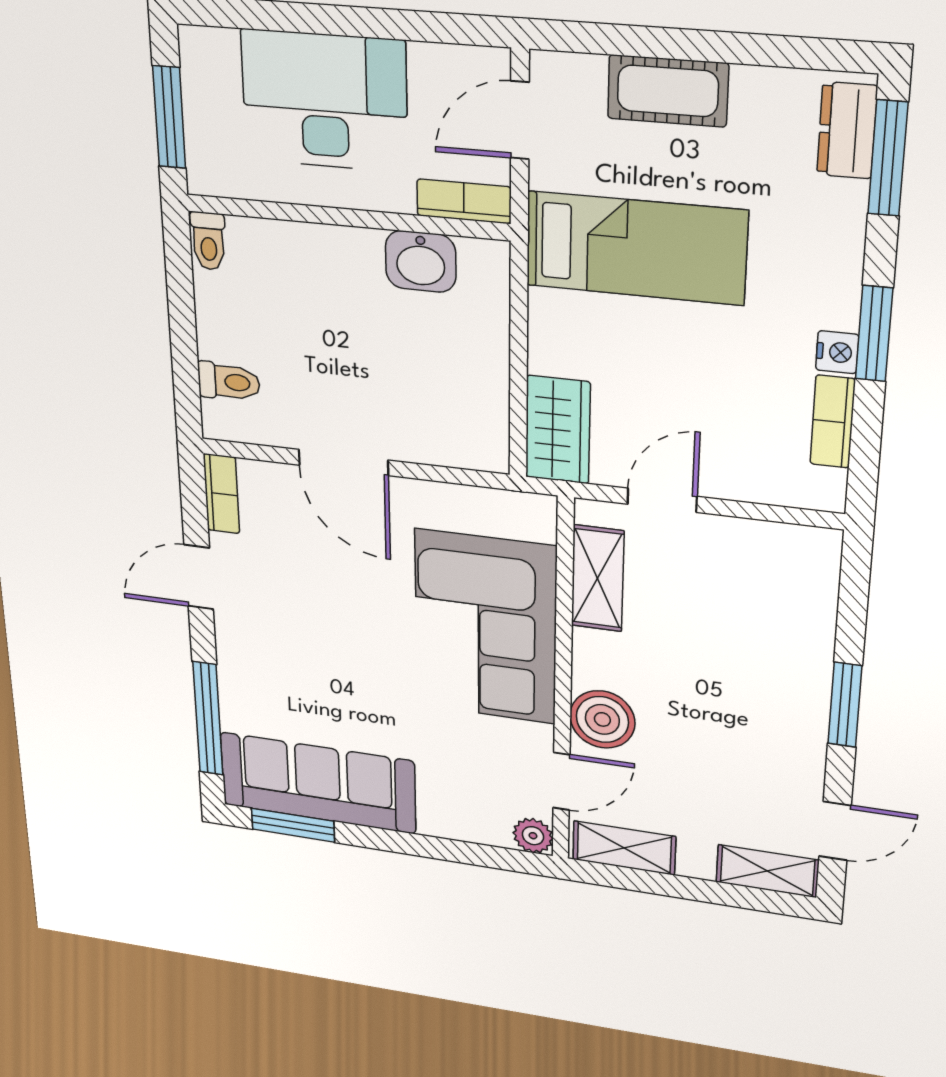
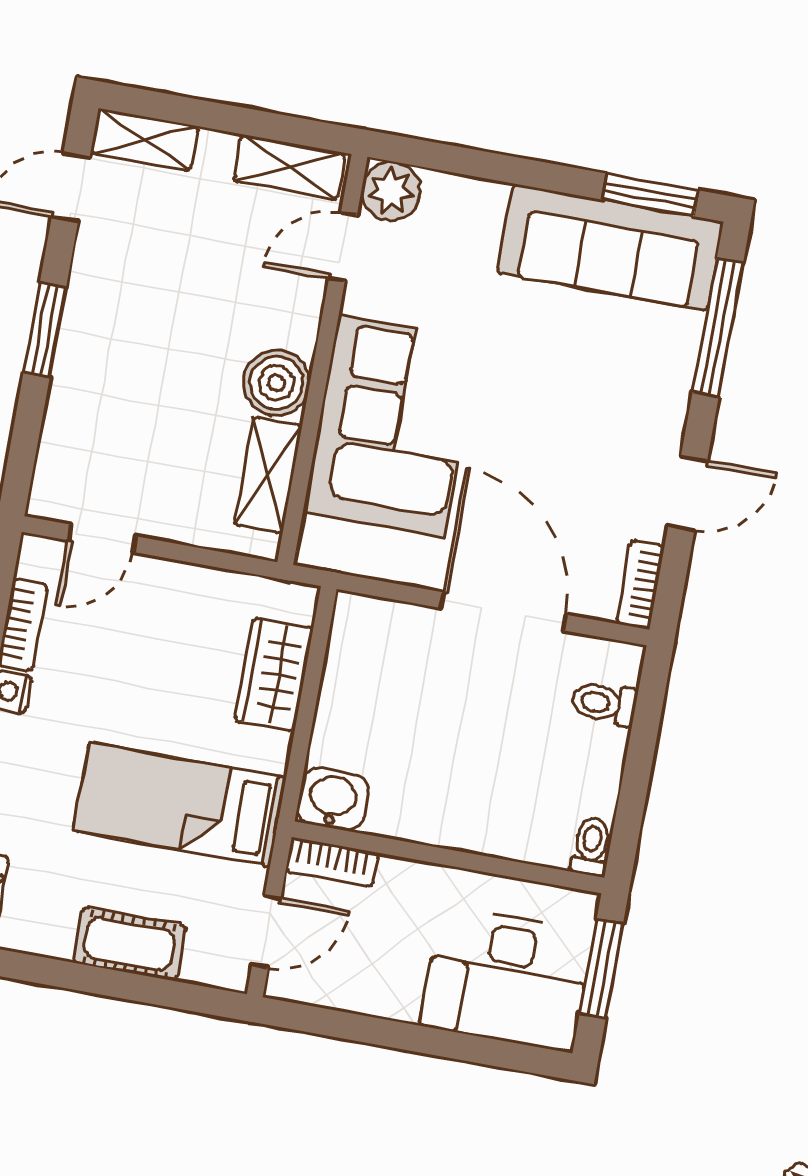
desk: (324, 101) -> (507, 979), moved
washbasin: (421, 261) -> (333, 799), moved
wardrobe: (558, 430) -> (274, 674), moved
door: (343, 463) -> (503, 611), width x1.36
door: (662, 500) -> (102, 538), moved
boiler: (602, 719) -> (277, 383), moved
plant: (533, 836) -> (391, 191), width x1.38, depth x1.38

